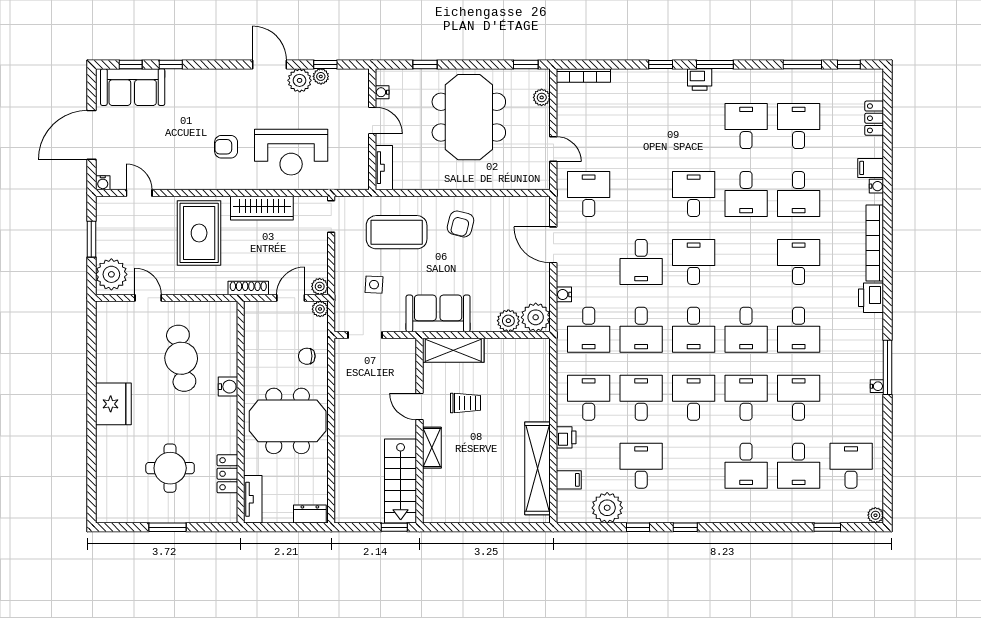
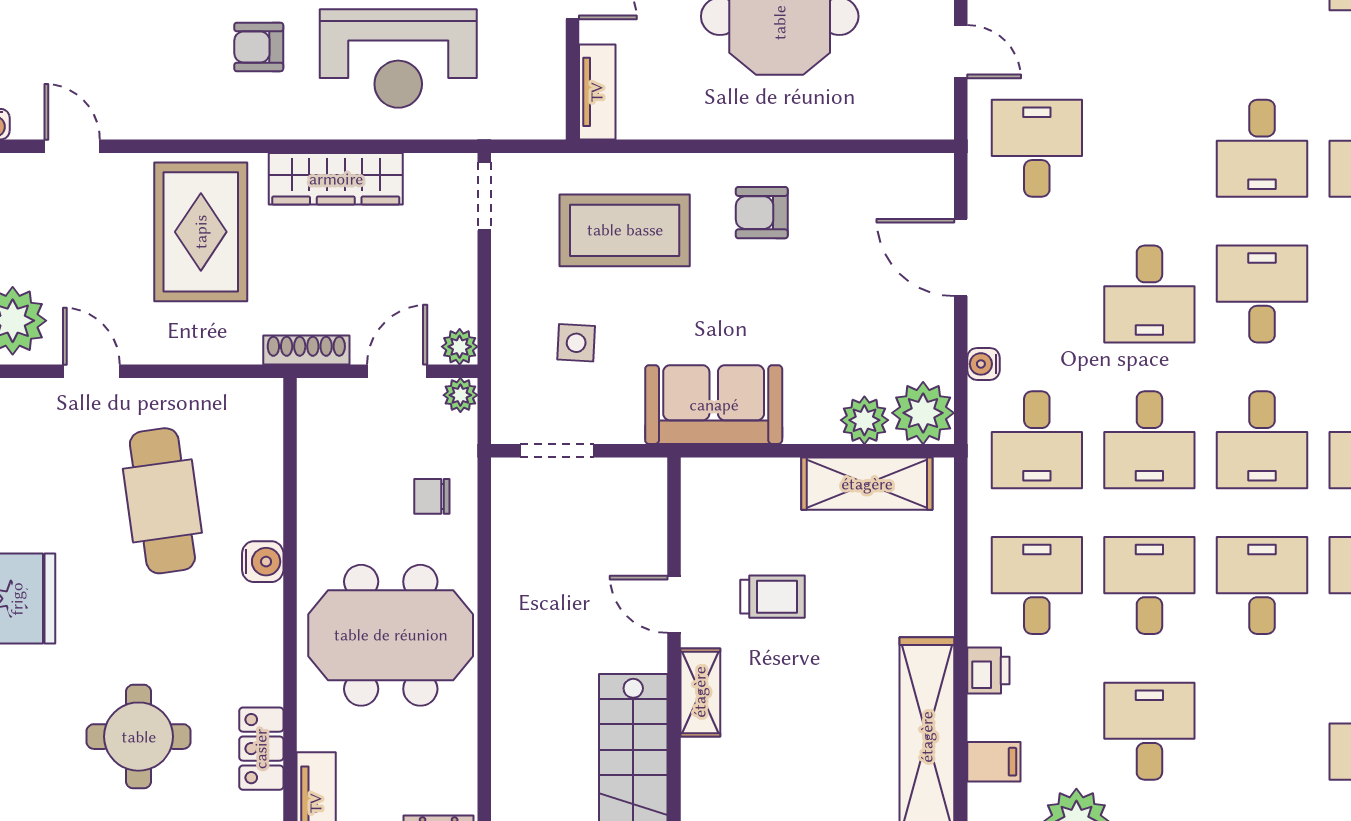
desk: (694, 194) -> (1262, 148), turned 180
armchair: (460, 224) -> (762, 213), turned 76
shelving: (453, 350) -> (867, 484), moved

